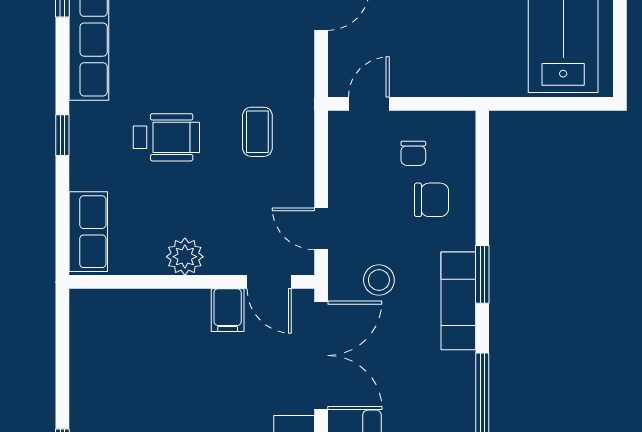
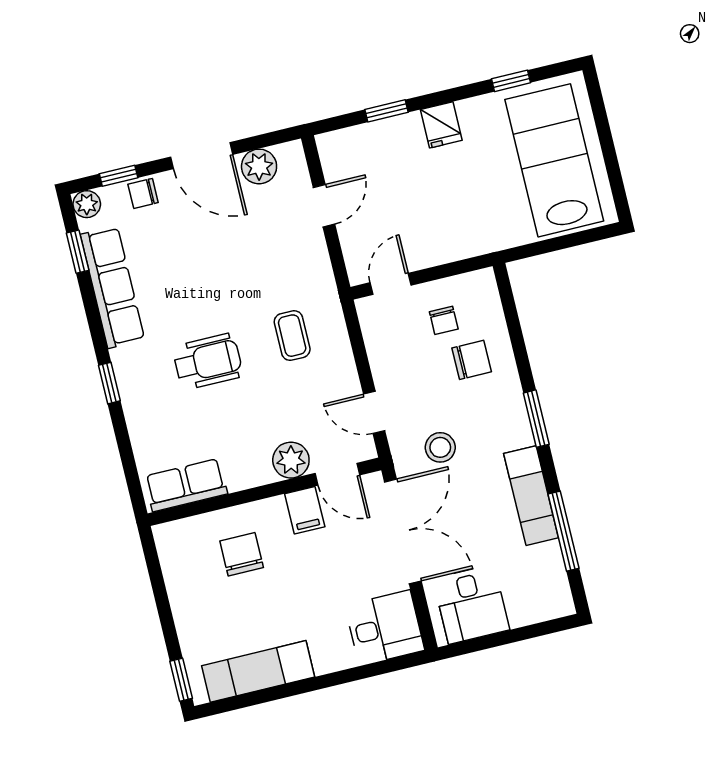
row of seats: (88, 232) -> (186, 485), moved, turned -90
plant: (185, 257) -> (291, 460), moved
exam couch: (458, 301) -> (531, 496), moved
chair: (154, 339) -> (242, 554), added

